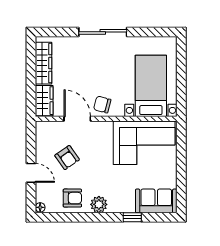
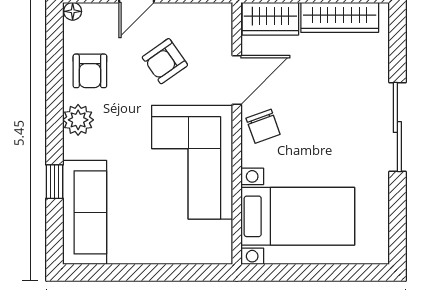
chair: (102, 105) -> (263, 126), turned 145
corner sofa: (144, 143) -> (192, 162), moved
sofa: (156, 201) -> (85, 212), width x1.36

